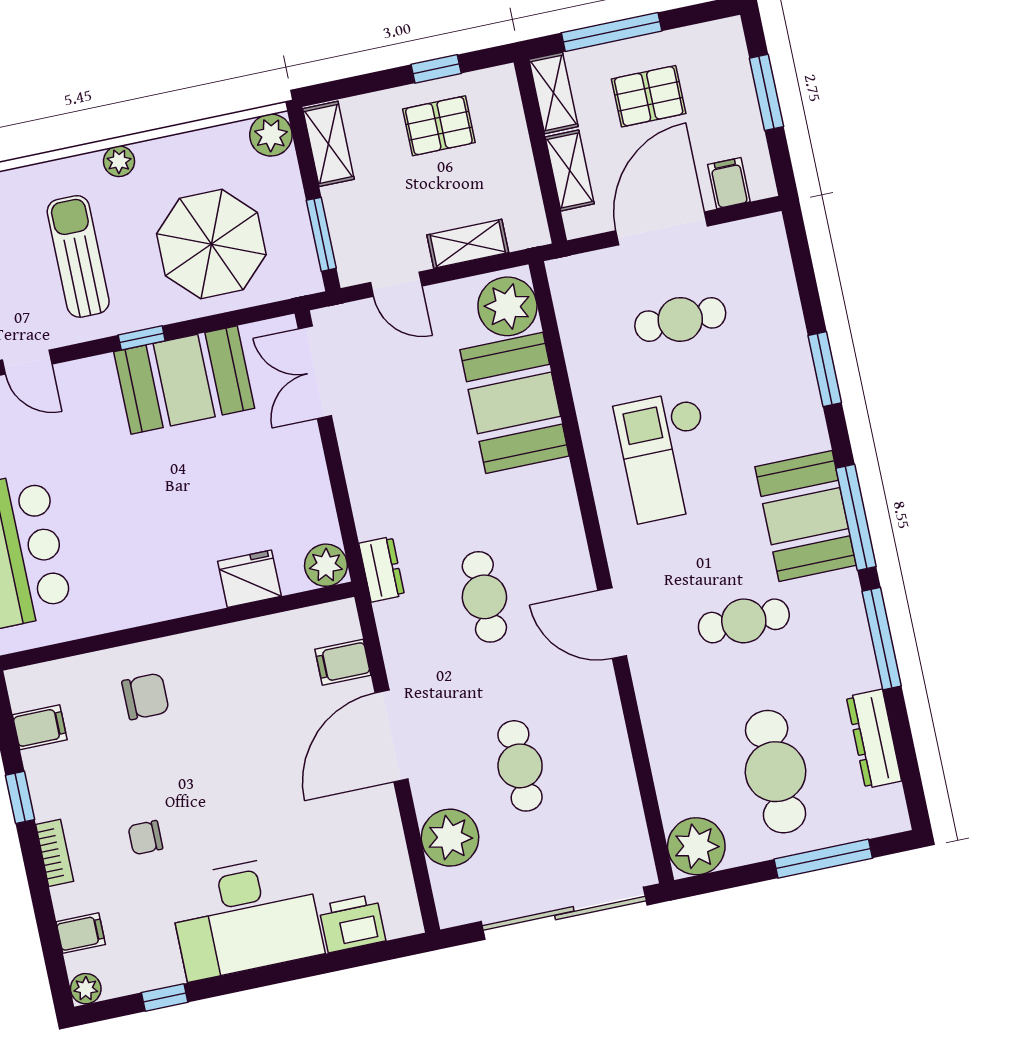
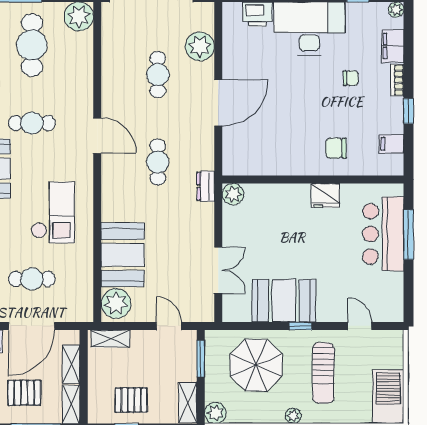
shelving: (468, 244) -> (111, 339), moved
double door: (315, 372) -> (218, 270), moved
fridge: (249, 579) -> (325, 196), moved
filing cabinet: (343, 662) -> (235, 144), removed
filing cabinet: (81, 933) -> (393, 46), width x2.00

